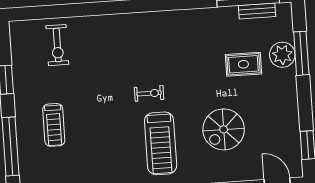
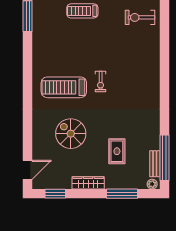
plant: (282, 55) -> (152, 184), moved, width x0.53, depth x0.53
wardrobe: (290, 101) -> (88, 183), added

